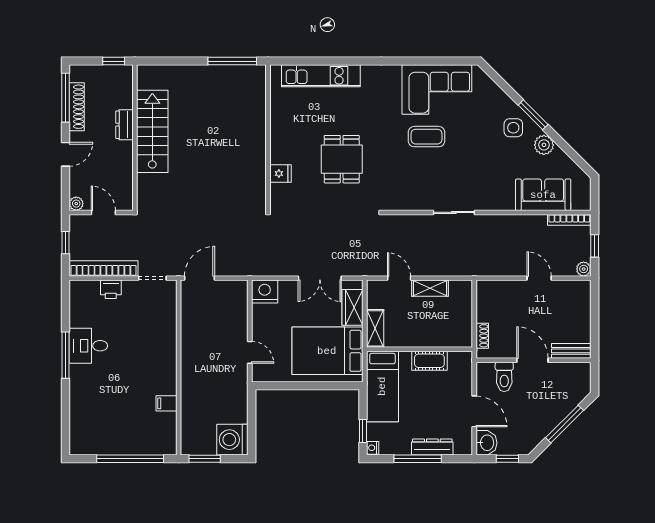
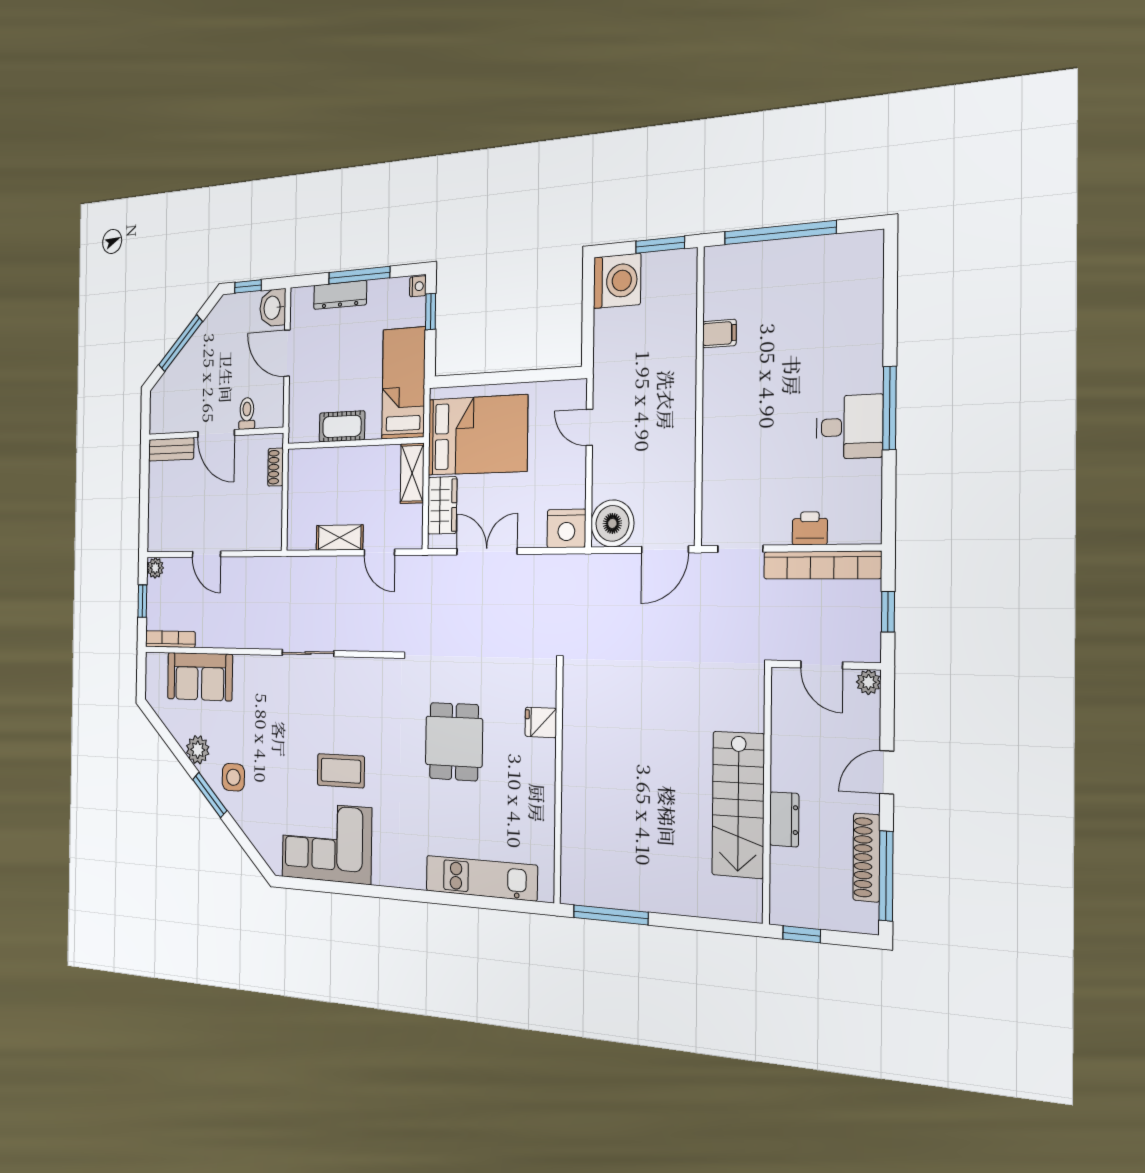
boiler: (234, 294) -> (612, 523), added
toilet: (504, 377) -> (247, 413), width x0.73, depth x0.72

